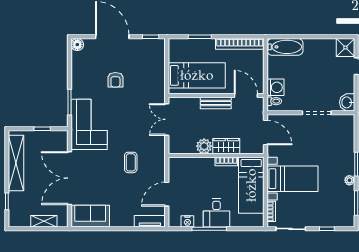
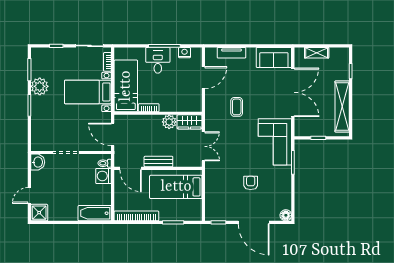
wardrobe: (226, 146) -> (190, 122), moved
plant: (349, 180) -> (40, 86), width x1.88, depth x1.88
tv unit: (150, 221) -> (231, 53), moved

